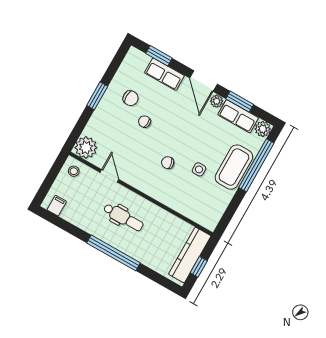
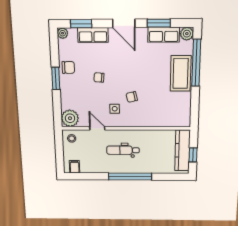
chair: (131, 98) -> (68, 67), moved
plant: (217, 101) -> (63, 33), moved
side table: (199, 169) -> (115, 109), moved
dental chair: (123, 217) -> (123, 150), turned 180

